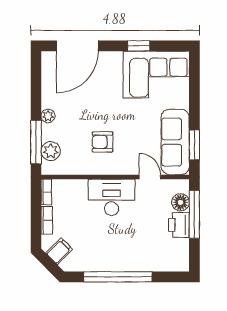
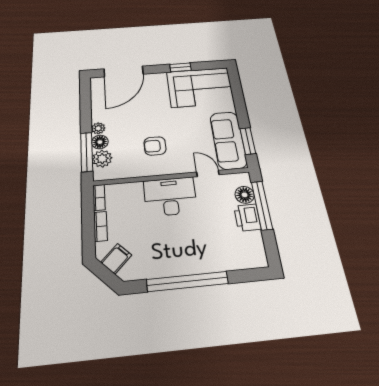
floor lamp: (49, 132) -> (100, 142), added

